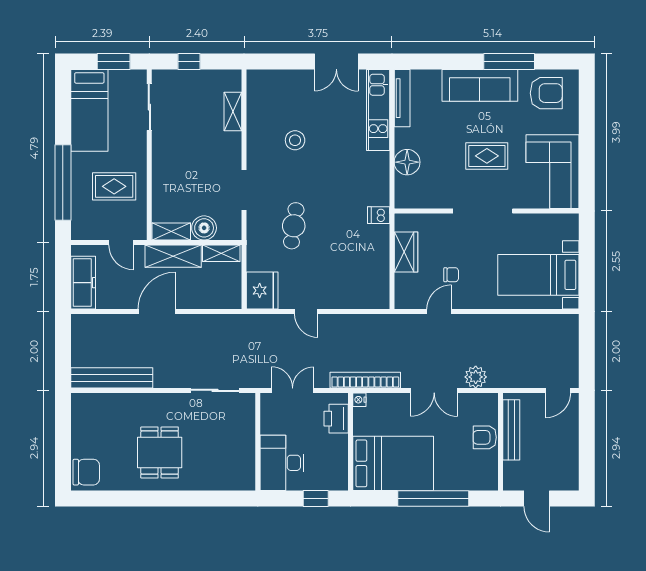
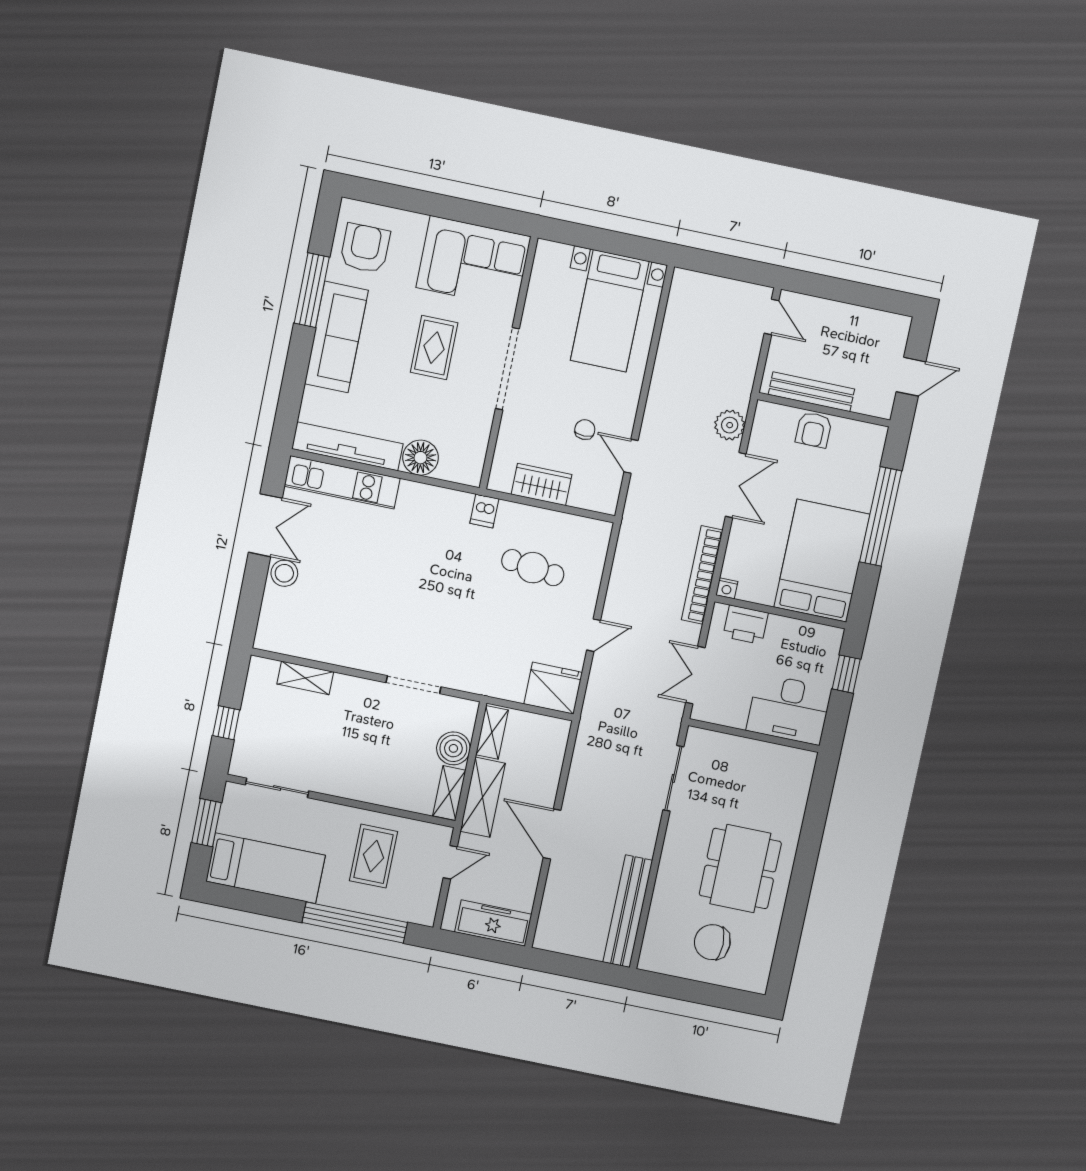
tv unit: (402, 98) -> (347, 446), width x1.36, depth x1.29
stool: (295, 140) -> (284, 573), moved
cafe table: (294, 226) -> (533, 568), moved
dining table: (160, 453) -> (740, 869), width x1.38
chair: (86, 472) -> (712, 942), moved, turned -90

